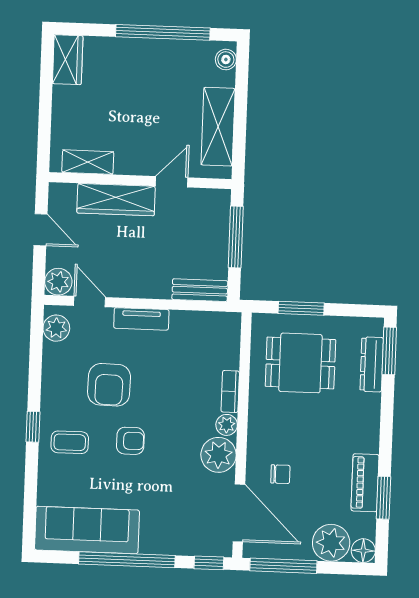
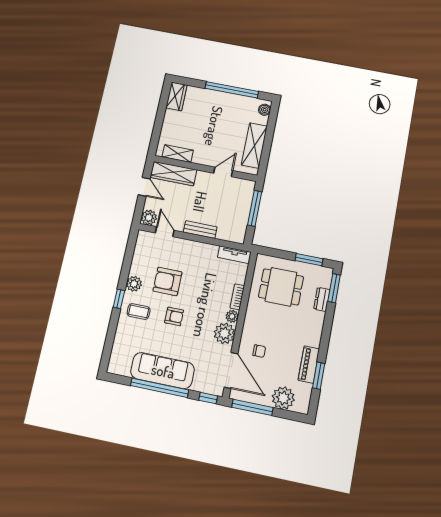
wardrobe: (116, 200) -> (173, 174), moved
bench: (200, 290) -> (200, 230), moved
window: (301, 308) -> (309, 260), moved
tv unit: (141, 319) -> (234, 255), moved
plant: (56, 328) -> (134, 284), moved
dresser: (372, 364) -> (322, 299), width x0.70
armchair: (109, 385) -> (167, 281), turned 89
sofa: (87, 530) -> (163, 371), moved
floor lamp: (363, 551) -> (302, 406), removed

